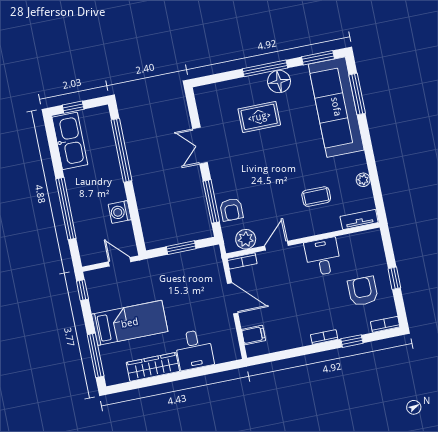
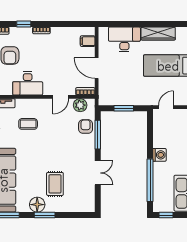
window: (265, 68) -> (45, 215), width x0.69
window: (73, 107) -> (166, 215), moved
rug: (259, 117) -> (55, 184), turned 90
washing machine: (120, 212) -> (159, 155), moved
desk: (323, 257) -> (28, 83), width x1.37
door: (120, 262) -> (166, 107), swing flipped
desk: (194, 350) -> (124, 39), width x1.37

